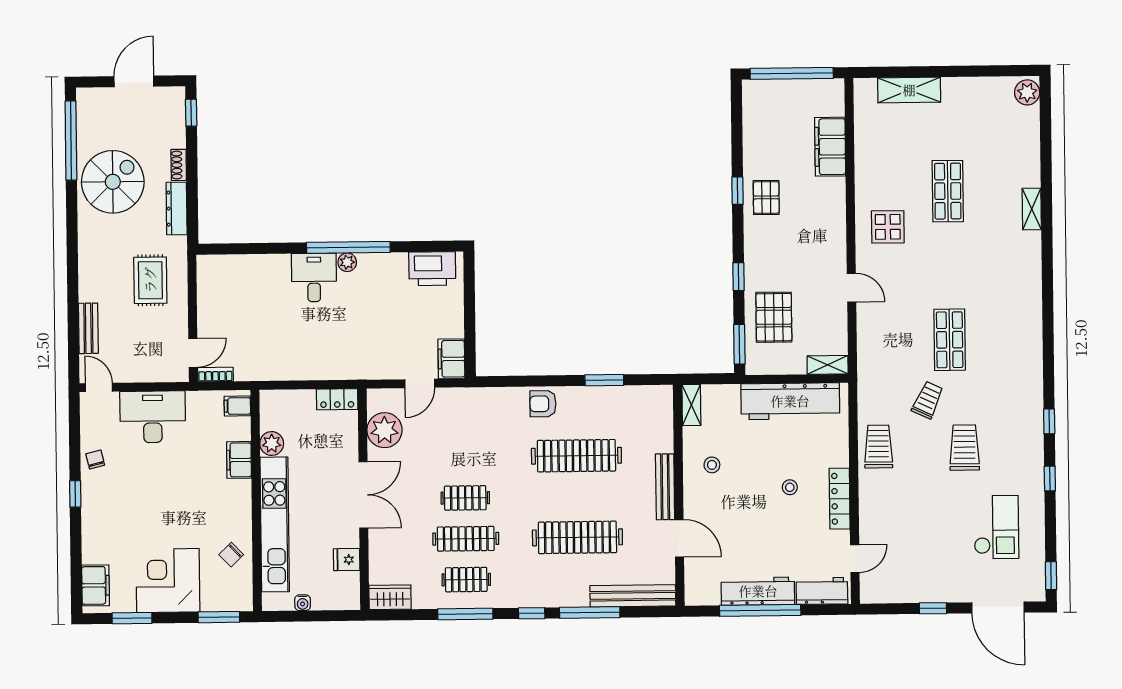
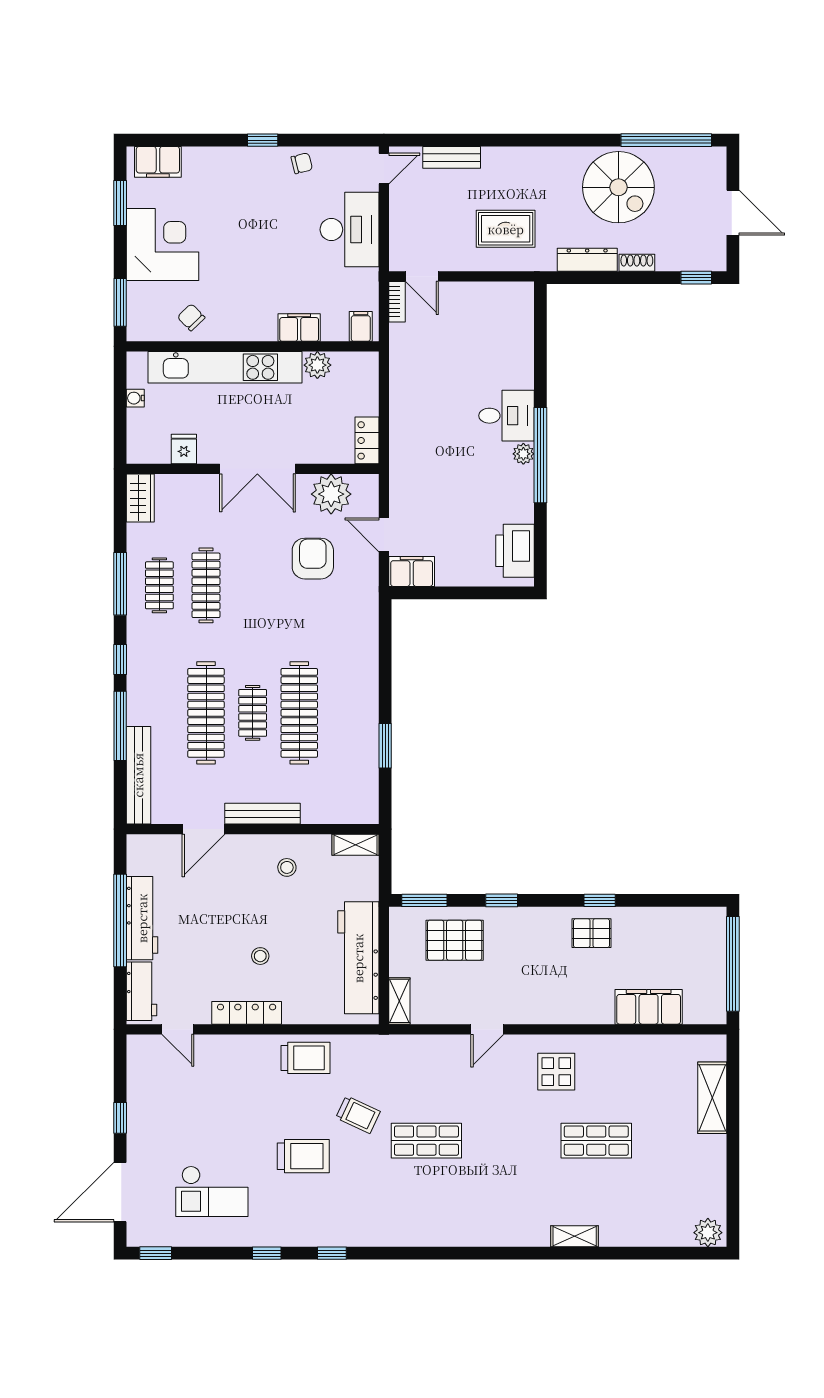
armchair: (543, 404) -> (313, 559), moved, width x1.38, depth x1.38
clothes rail: (465, 498) -> (253, 713), moved

